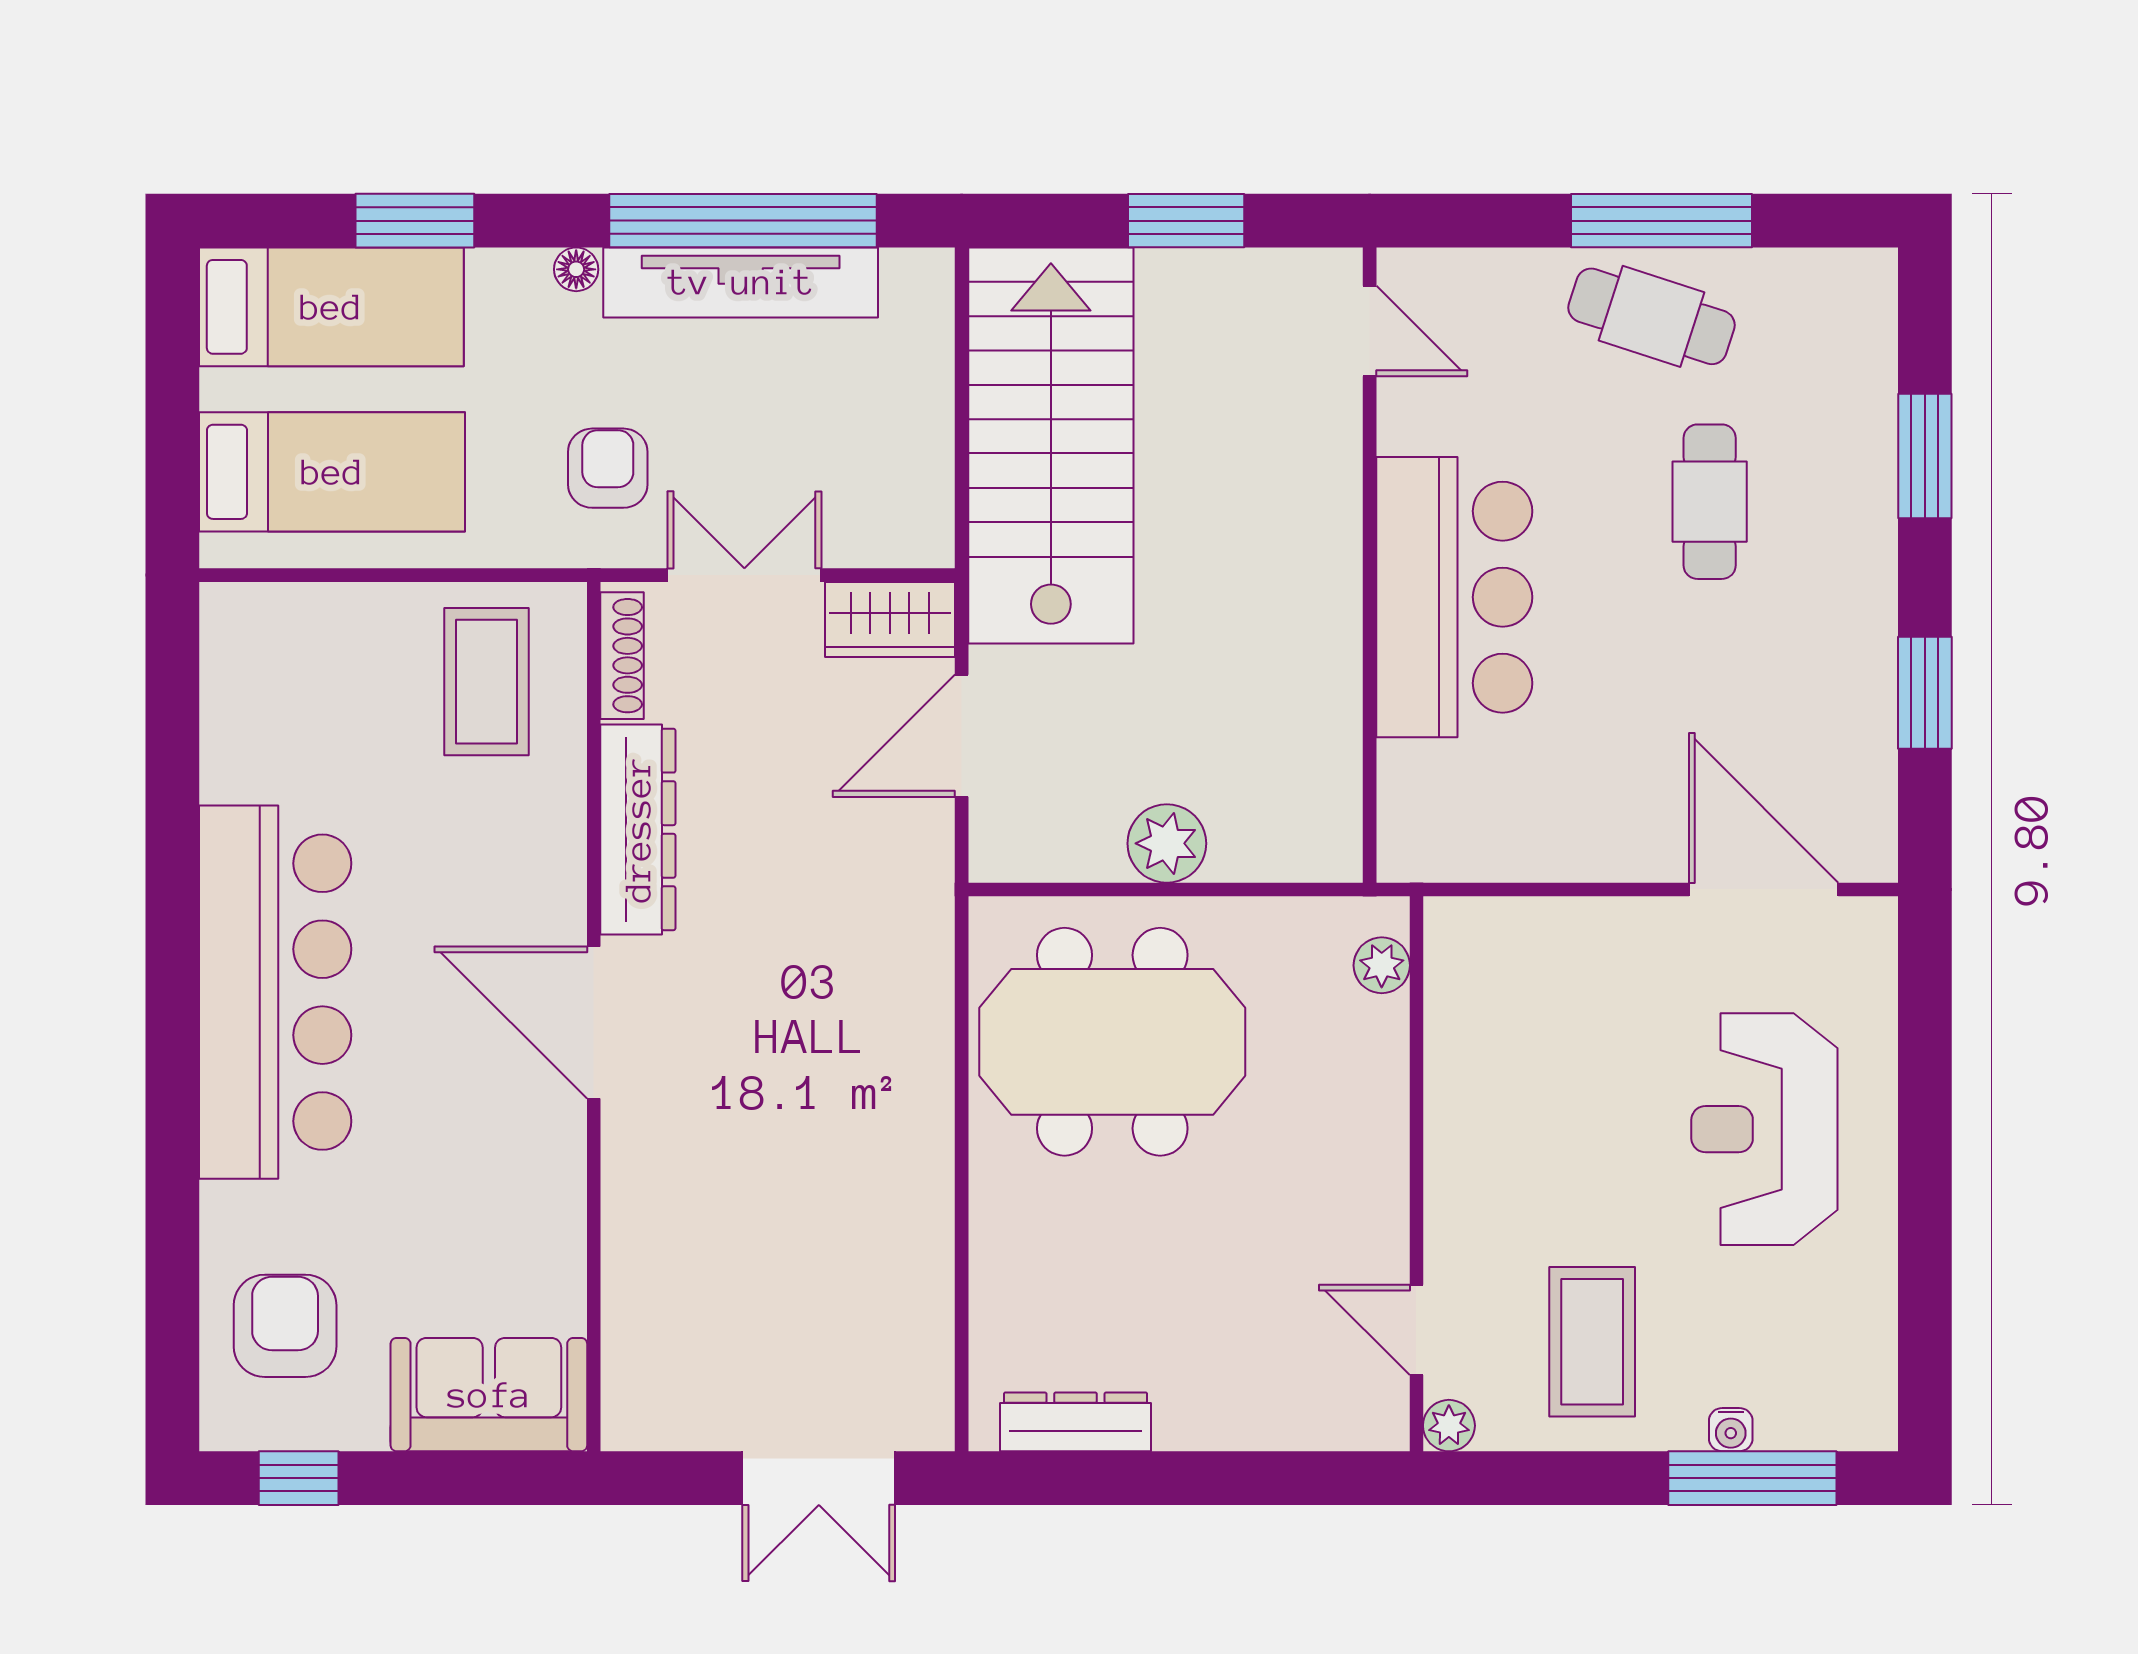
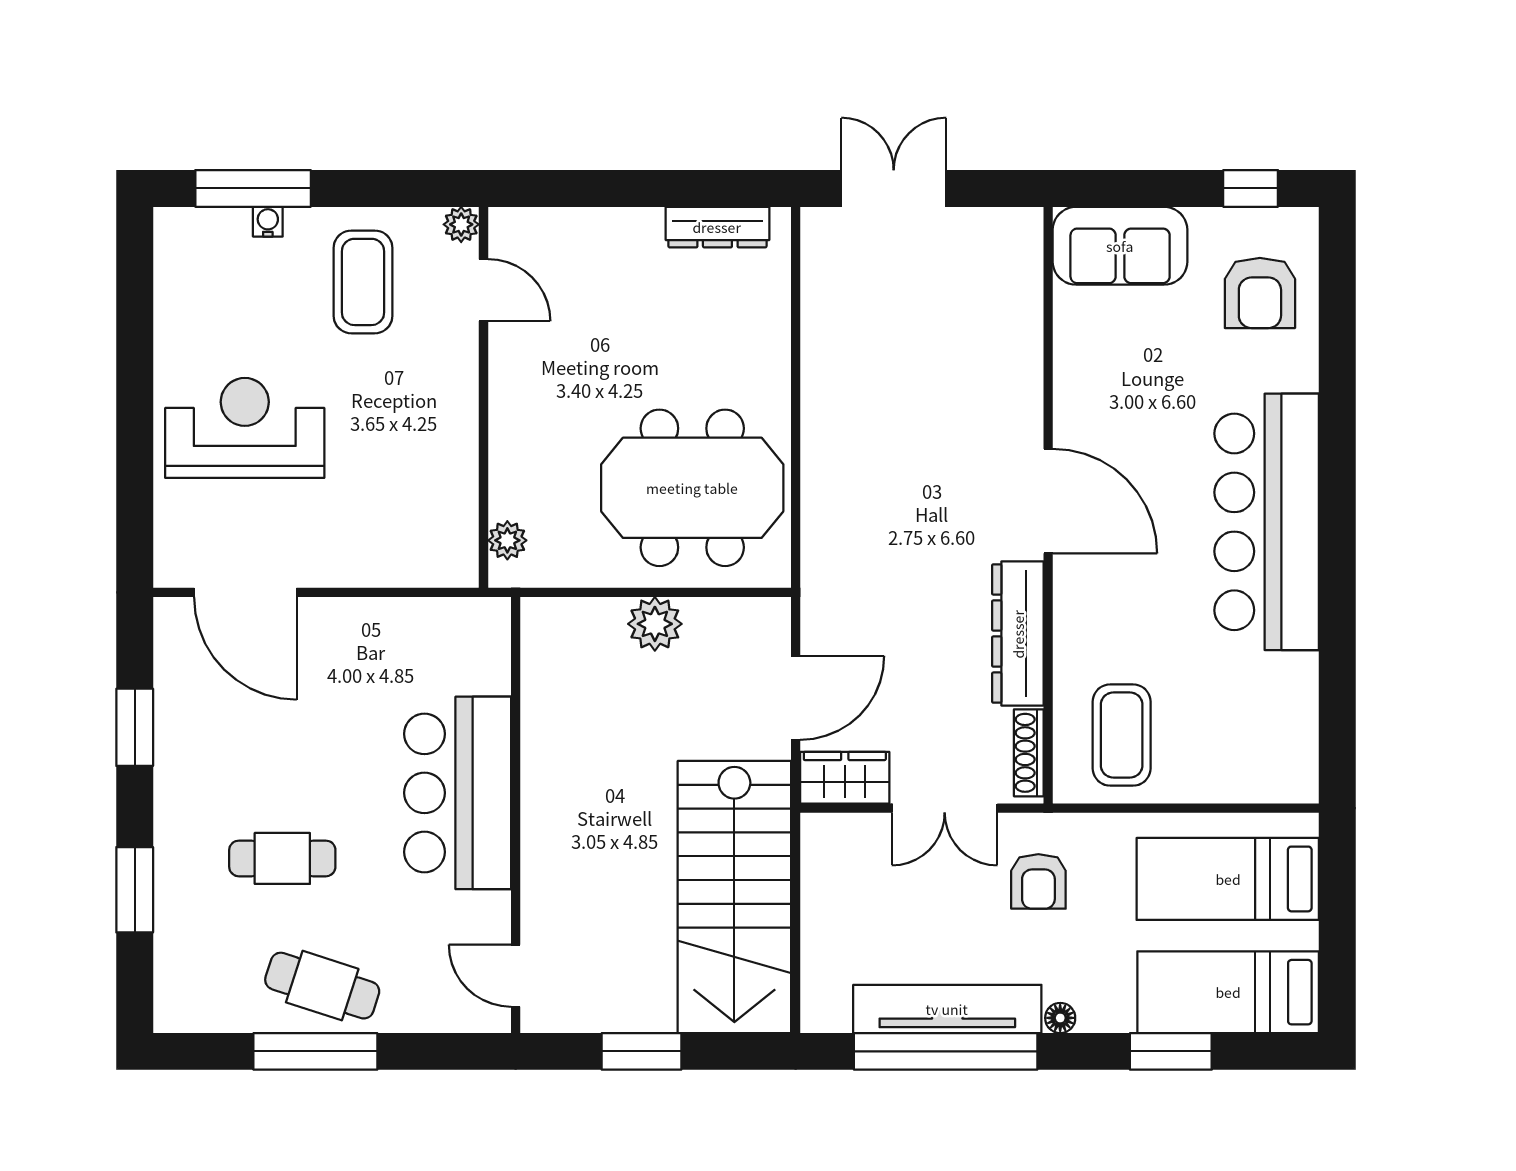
cafe table: (1710, 502) -> (282, 858), turned 90
reception desk: (1764, 1129) -> (245, 428), turned -90

